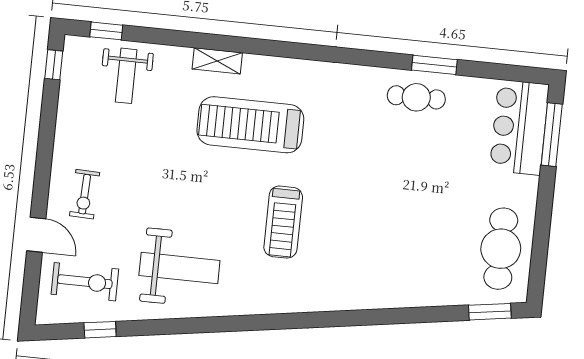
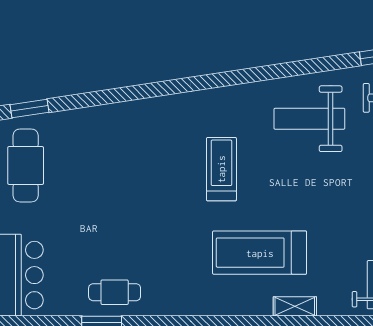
treadmill: (250, 125) -> (260, 253), turned 180

